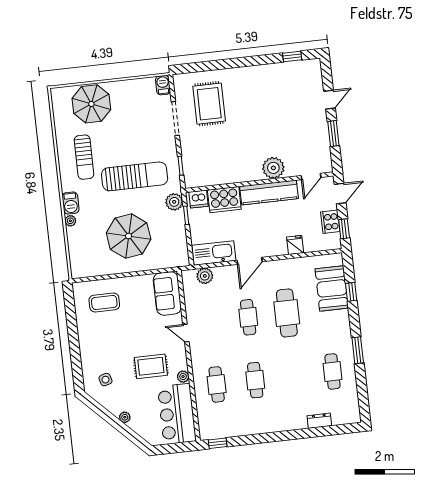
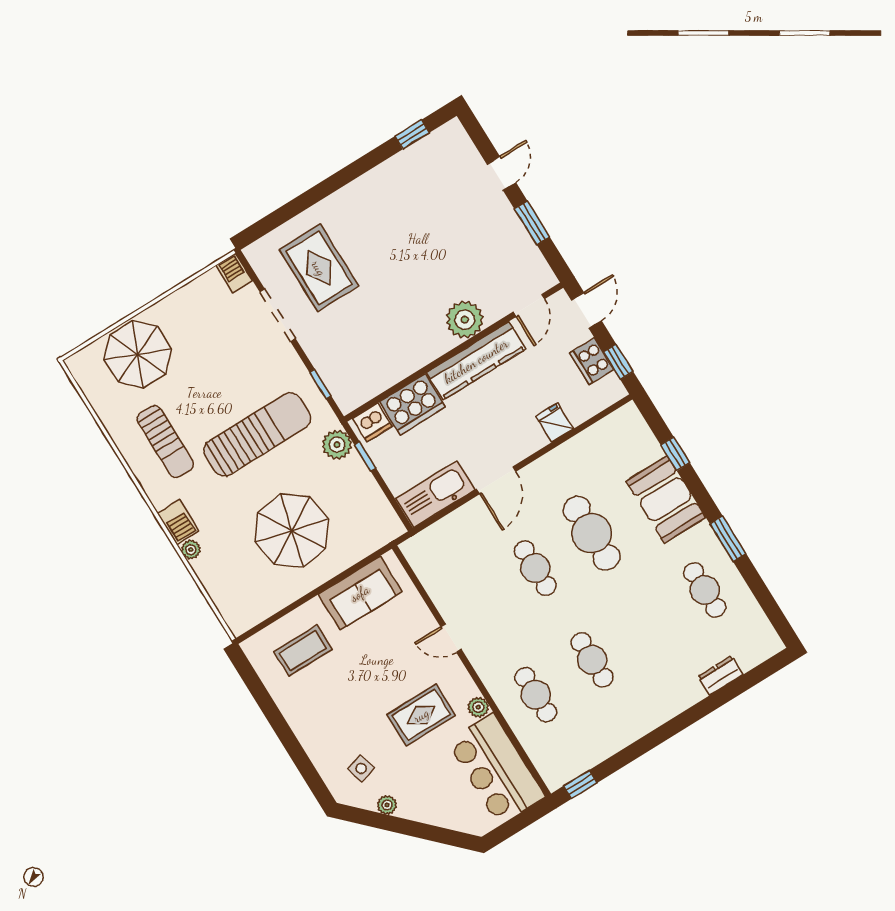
plant: (205, 276) -> (438, 536), removed
booth: (332, 288) -> (666, 499), moved
sofa: (167, 293) -> (360, 593), moved, turned -90
plant: (125, 417) -> (387, 805), moved

